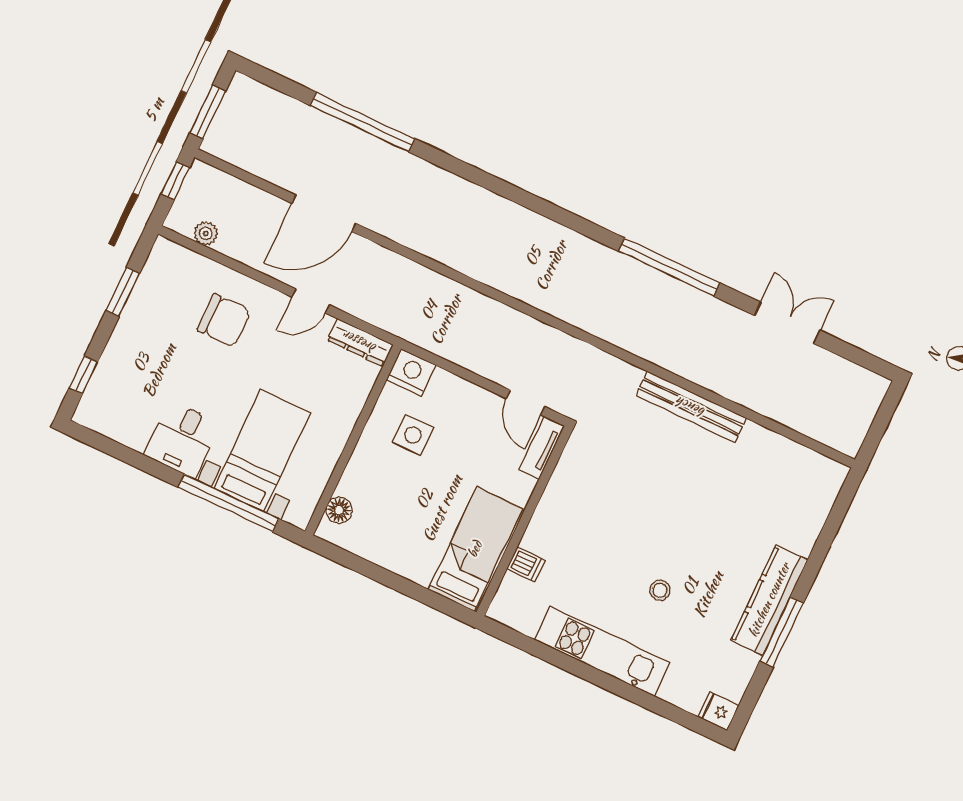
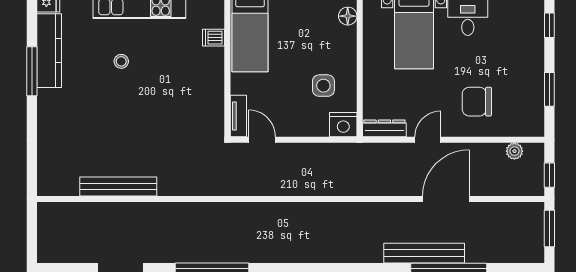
bench: (385, 156) -> (424, 253), added
bench: (691, 407) -> (118, 186), moved
kitchen counter: (769, 600) -> (49, 51), moved

